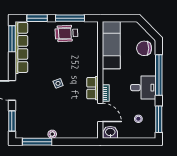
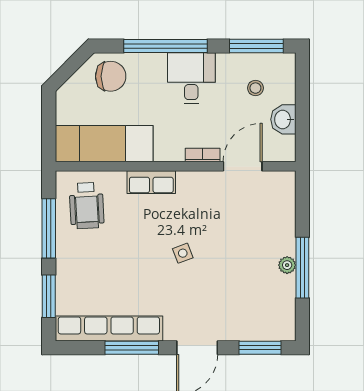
wheelchair: (66, 33) -> (87, 206), moved
window: (12, 39) -> (132, 348), moved
chair: (144, 48) -> (111, 76), turned -90
row of seats: (93, 88) -> (151, 182), moved
washbasin: (110, 132) -> (283, 119), moved
window: (37, 142) -> (302, 268), moved

